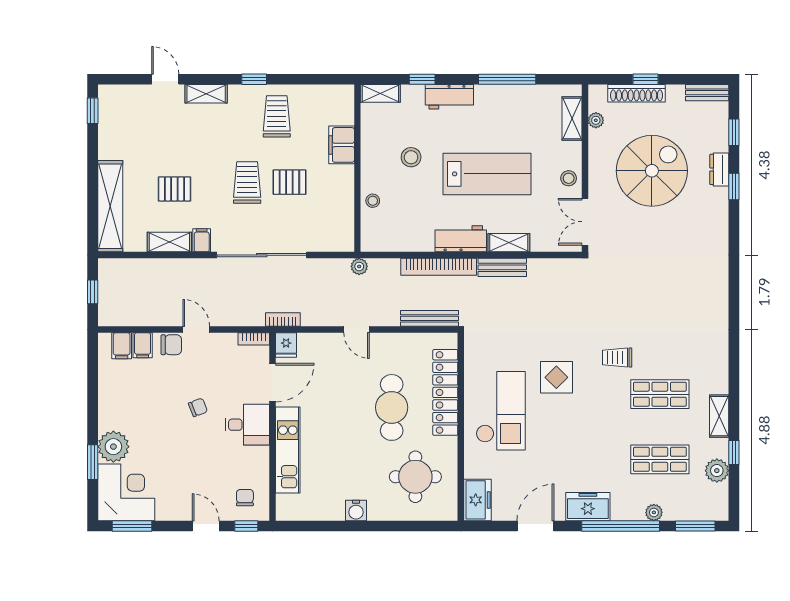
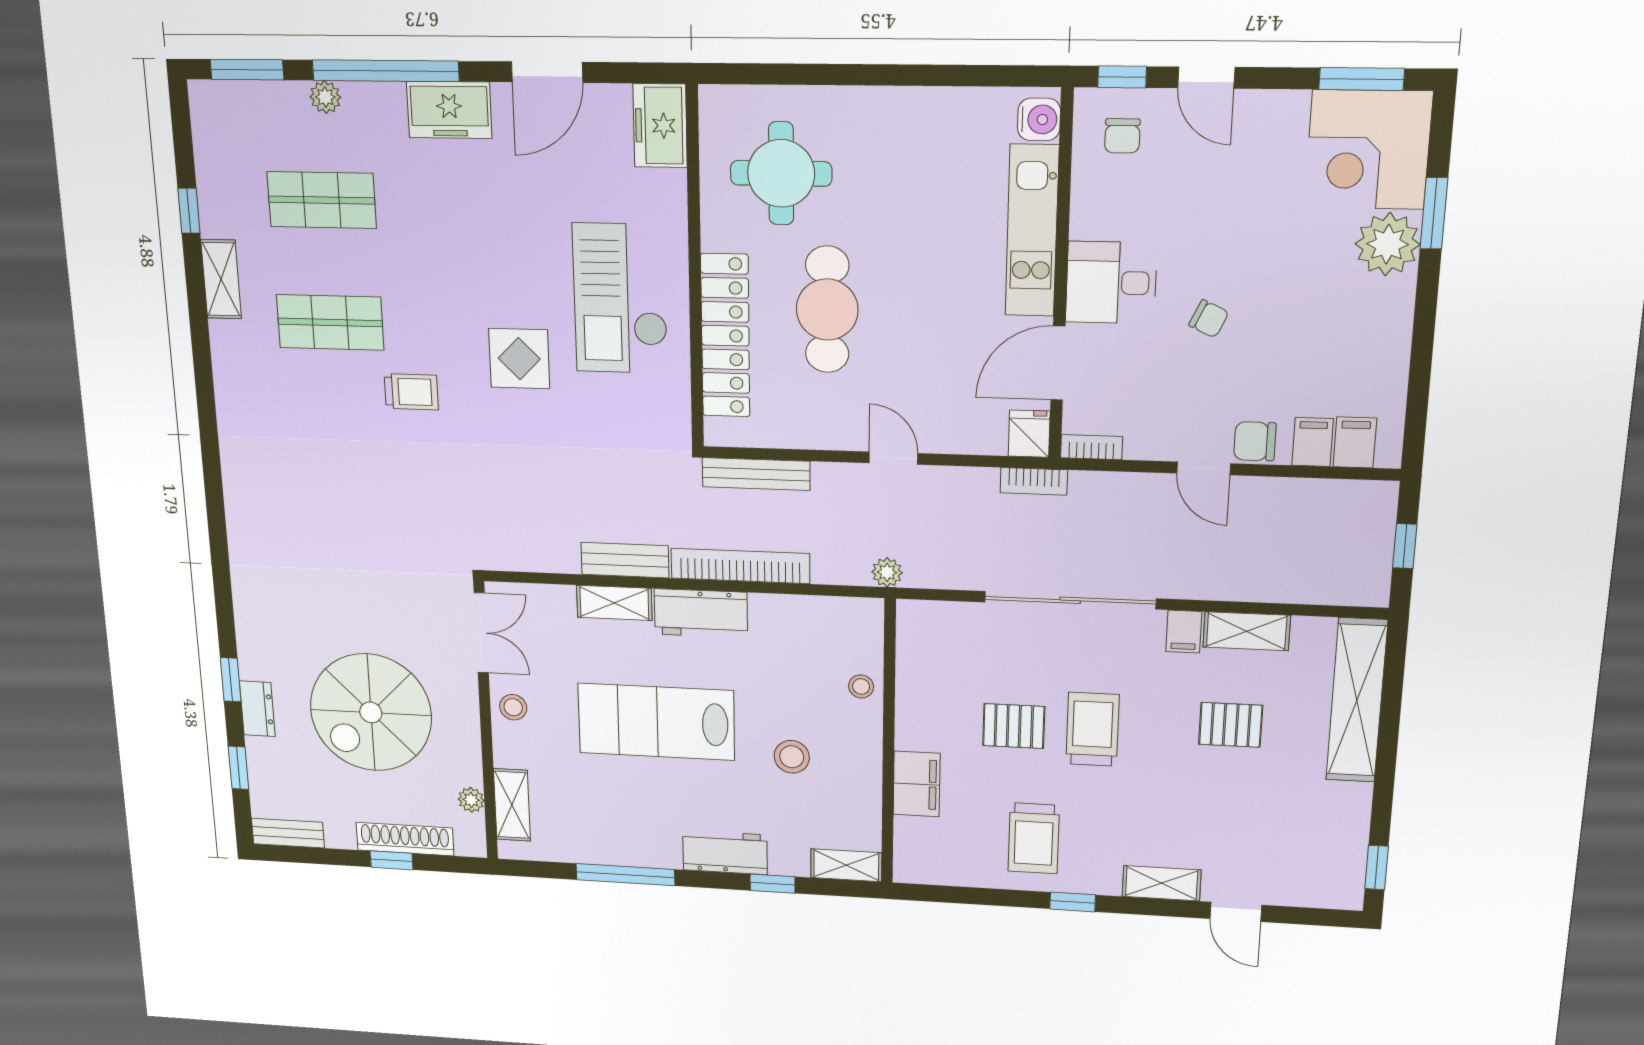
trolley: (247, 182) -> (1092, 729), turned 180
chair: (198, 407) -> (1209, 319), turned -134
plant: (717, 471) -> (217, 177), removed
water cooler: (356, 510) -> (1039, 119), moved, turned 90

